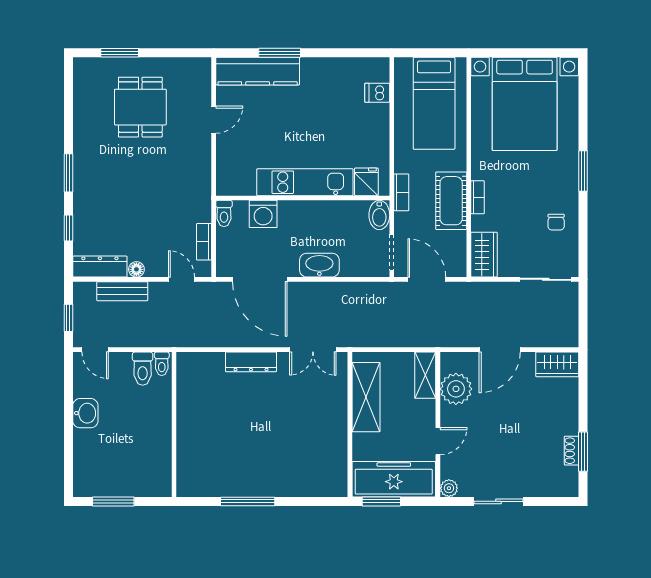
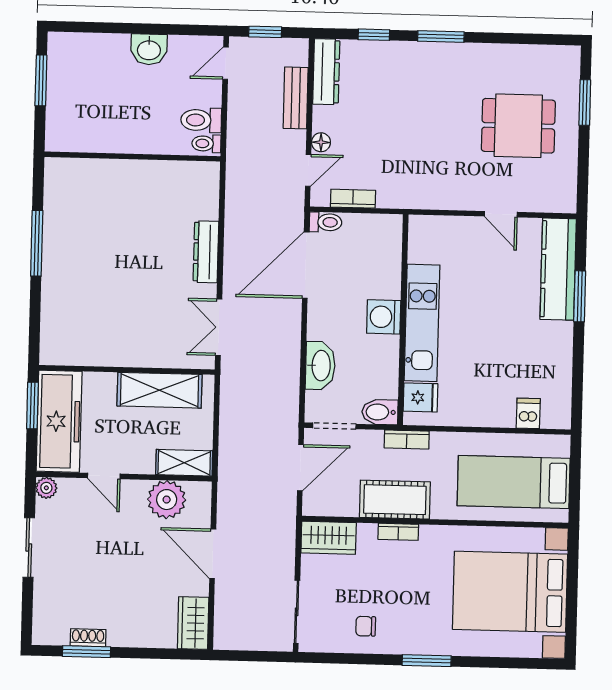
toilet: (224, 213) -> (326, 222), moved, turned 180
washing machine: (263, 214) -> (384, 317), moved
washbasin: (319, 265) -> (320, 366), moved
floor lamp: (136, 269) -> (321, 142), moved

